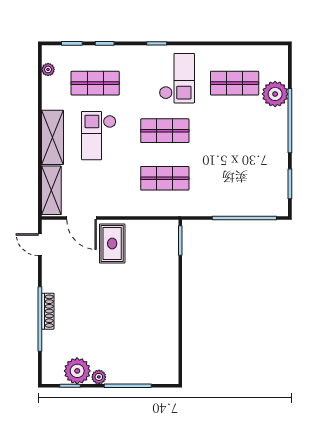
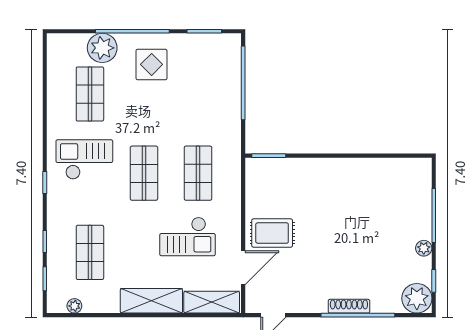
checkout: (99, 136) -> (188, 236), moved
display table: (261, 137) -> (152, 64), added
plant: (77, 371) -> (417, 298), moved

